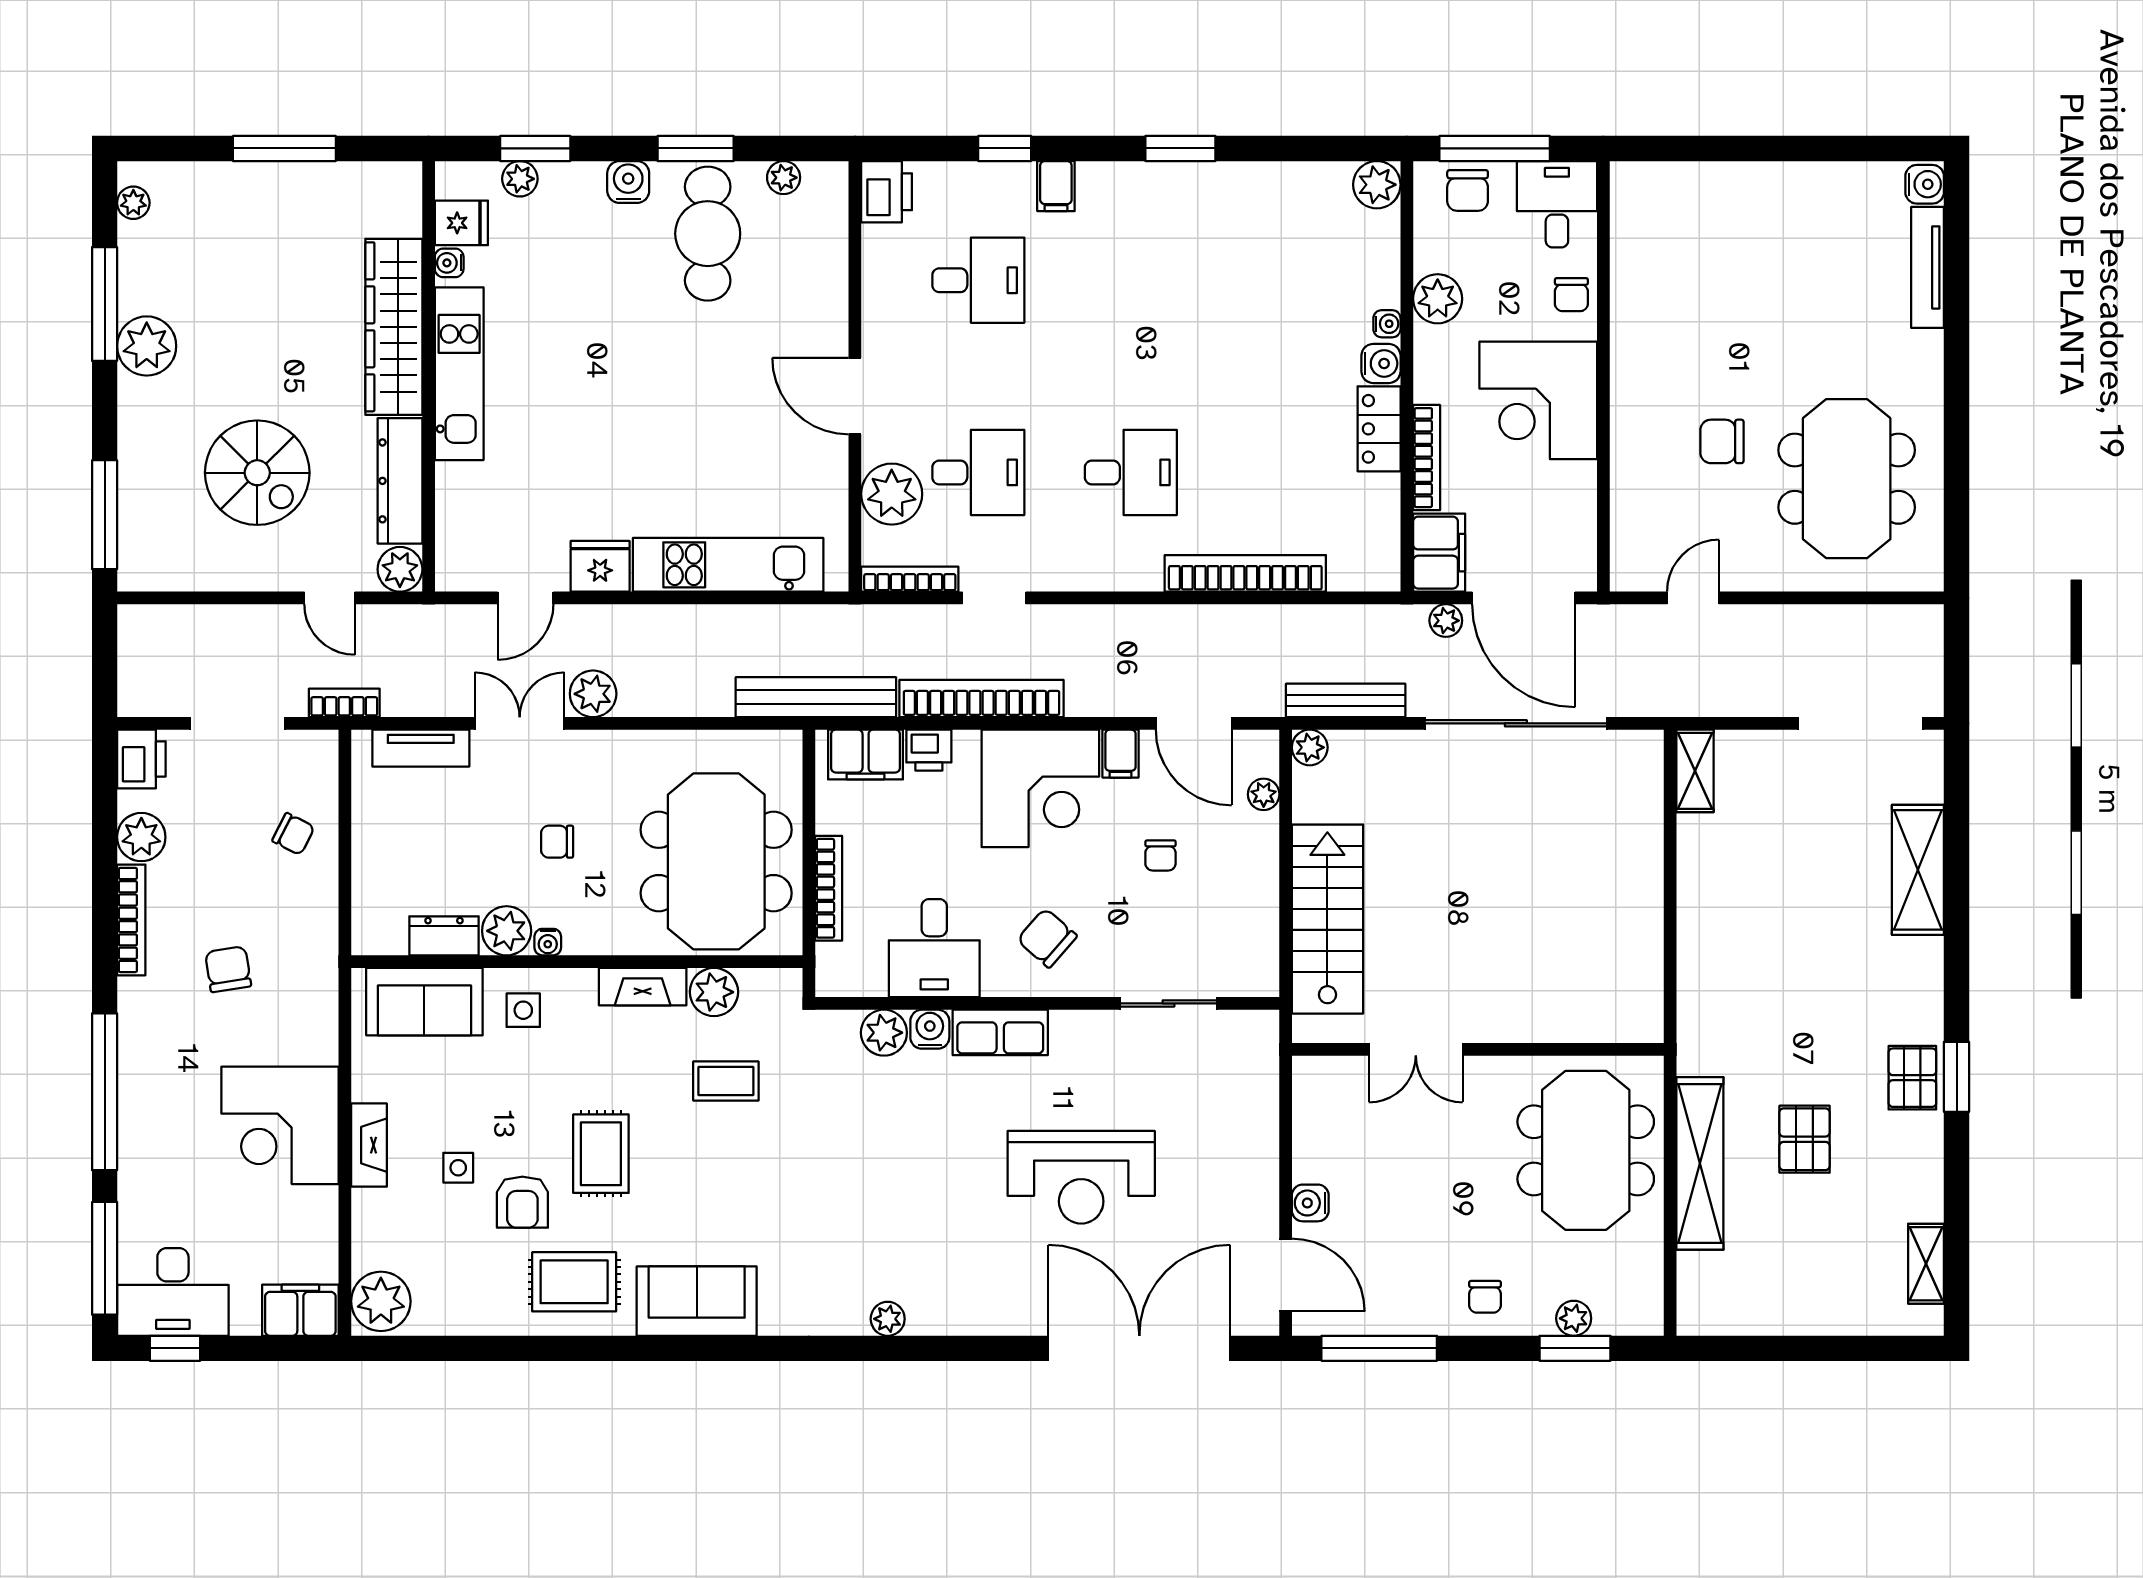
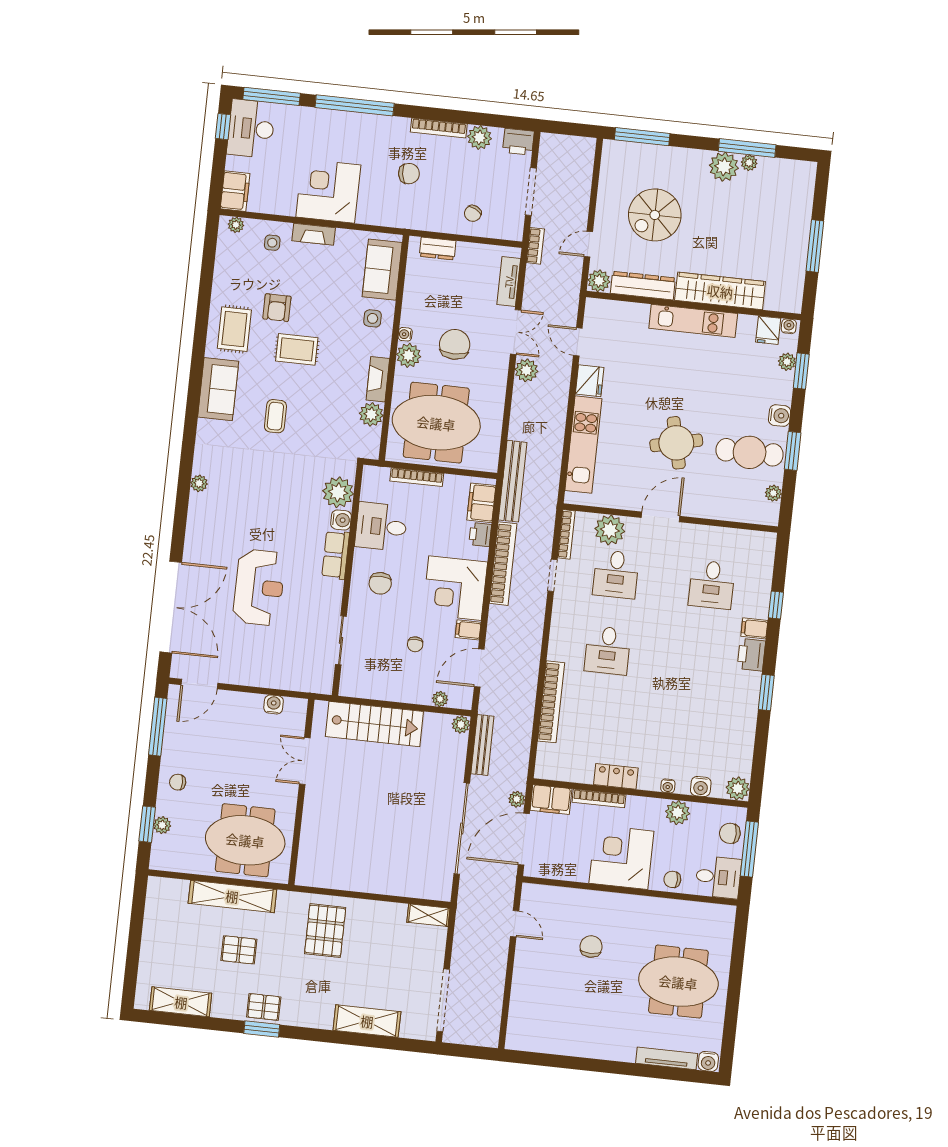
printer: (887, 192) -> (751, 655), moved, turned 90
plant: (133, 203) -> (749, 163), moved
water cooler: (449, 263) -> (789, 326), moved
water cooler: (1381, 363) -> (701, 787), moved
round table: (705, 381) -> (676, 443), added
meeting table: (1847, 479) -> (678, 982), moved
chair: (557, 842) -> (455, 344), width x1.87, depth x1.87
chair: (1160, 855) -> (415, 644), turned -90
plant: (507, 931) -> (409, 355), moved
dresser: (444, 936) -> (438, 249), moved, turned 90
chair: (1047, 938) -> (380, 583), turned 139
pallet: (1748, 972) -> (325, 931), added
plant: (884, 1033) -> (338, 492), width x1.36, depth x1.36
coffee table: (726, 1081) -> (275, 416), moved
side table: (458, 1168) -> (272, 243), moved
reception desk: (1081, 1177) -> (259, 587), turned 180
armchair: (522, 1202) -> (277, 308), turned -90
water cooler: (1310, 1203) -> (274, 704), moved
shelving: (1926, 1264) -> (181, 1002), width x1.50, depth x1.33
plant: (381, 1301) -> (236, 225), width x0.53, depth x0.53

